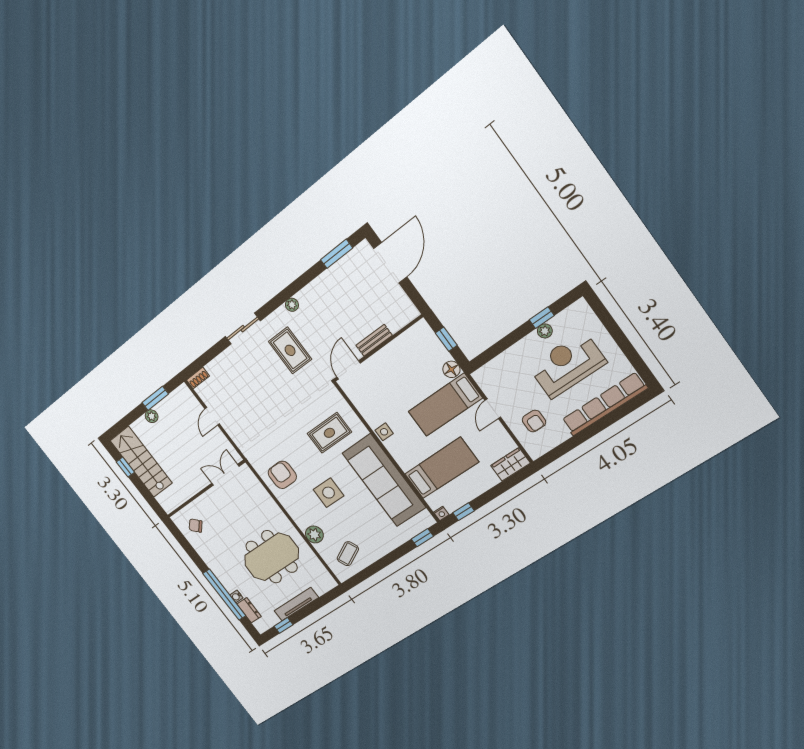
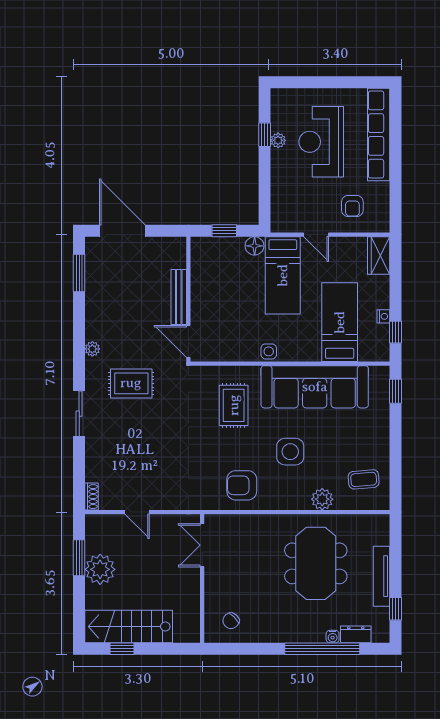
bench: (374, 340) -> (179, 297), width x1.36
plant: (152, 416) -> (100, 569), width x1.88, depth x1.88
armchair: (534, 421) -> (352, 206), turned 90
nightstand: (441, 513) -> (383, 316), moved
coffee table: (348, 554) -> (364, 479), turned -69

